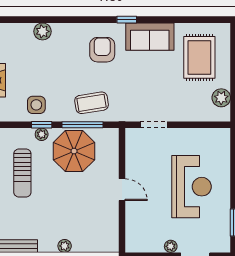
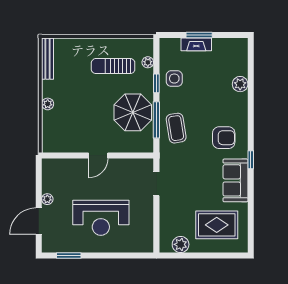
plant: (42, 134) -> (148, 62), moved

